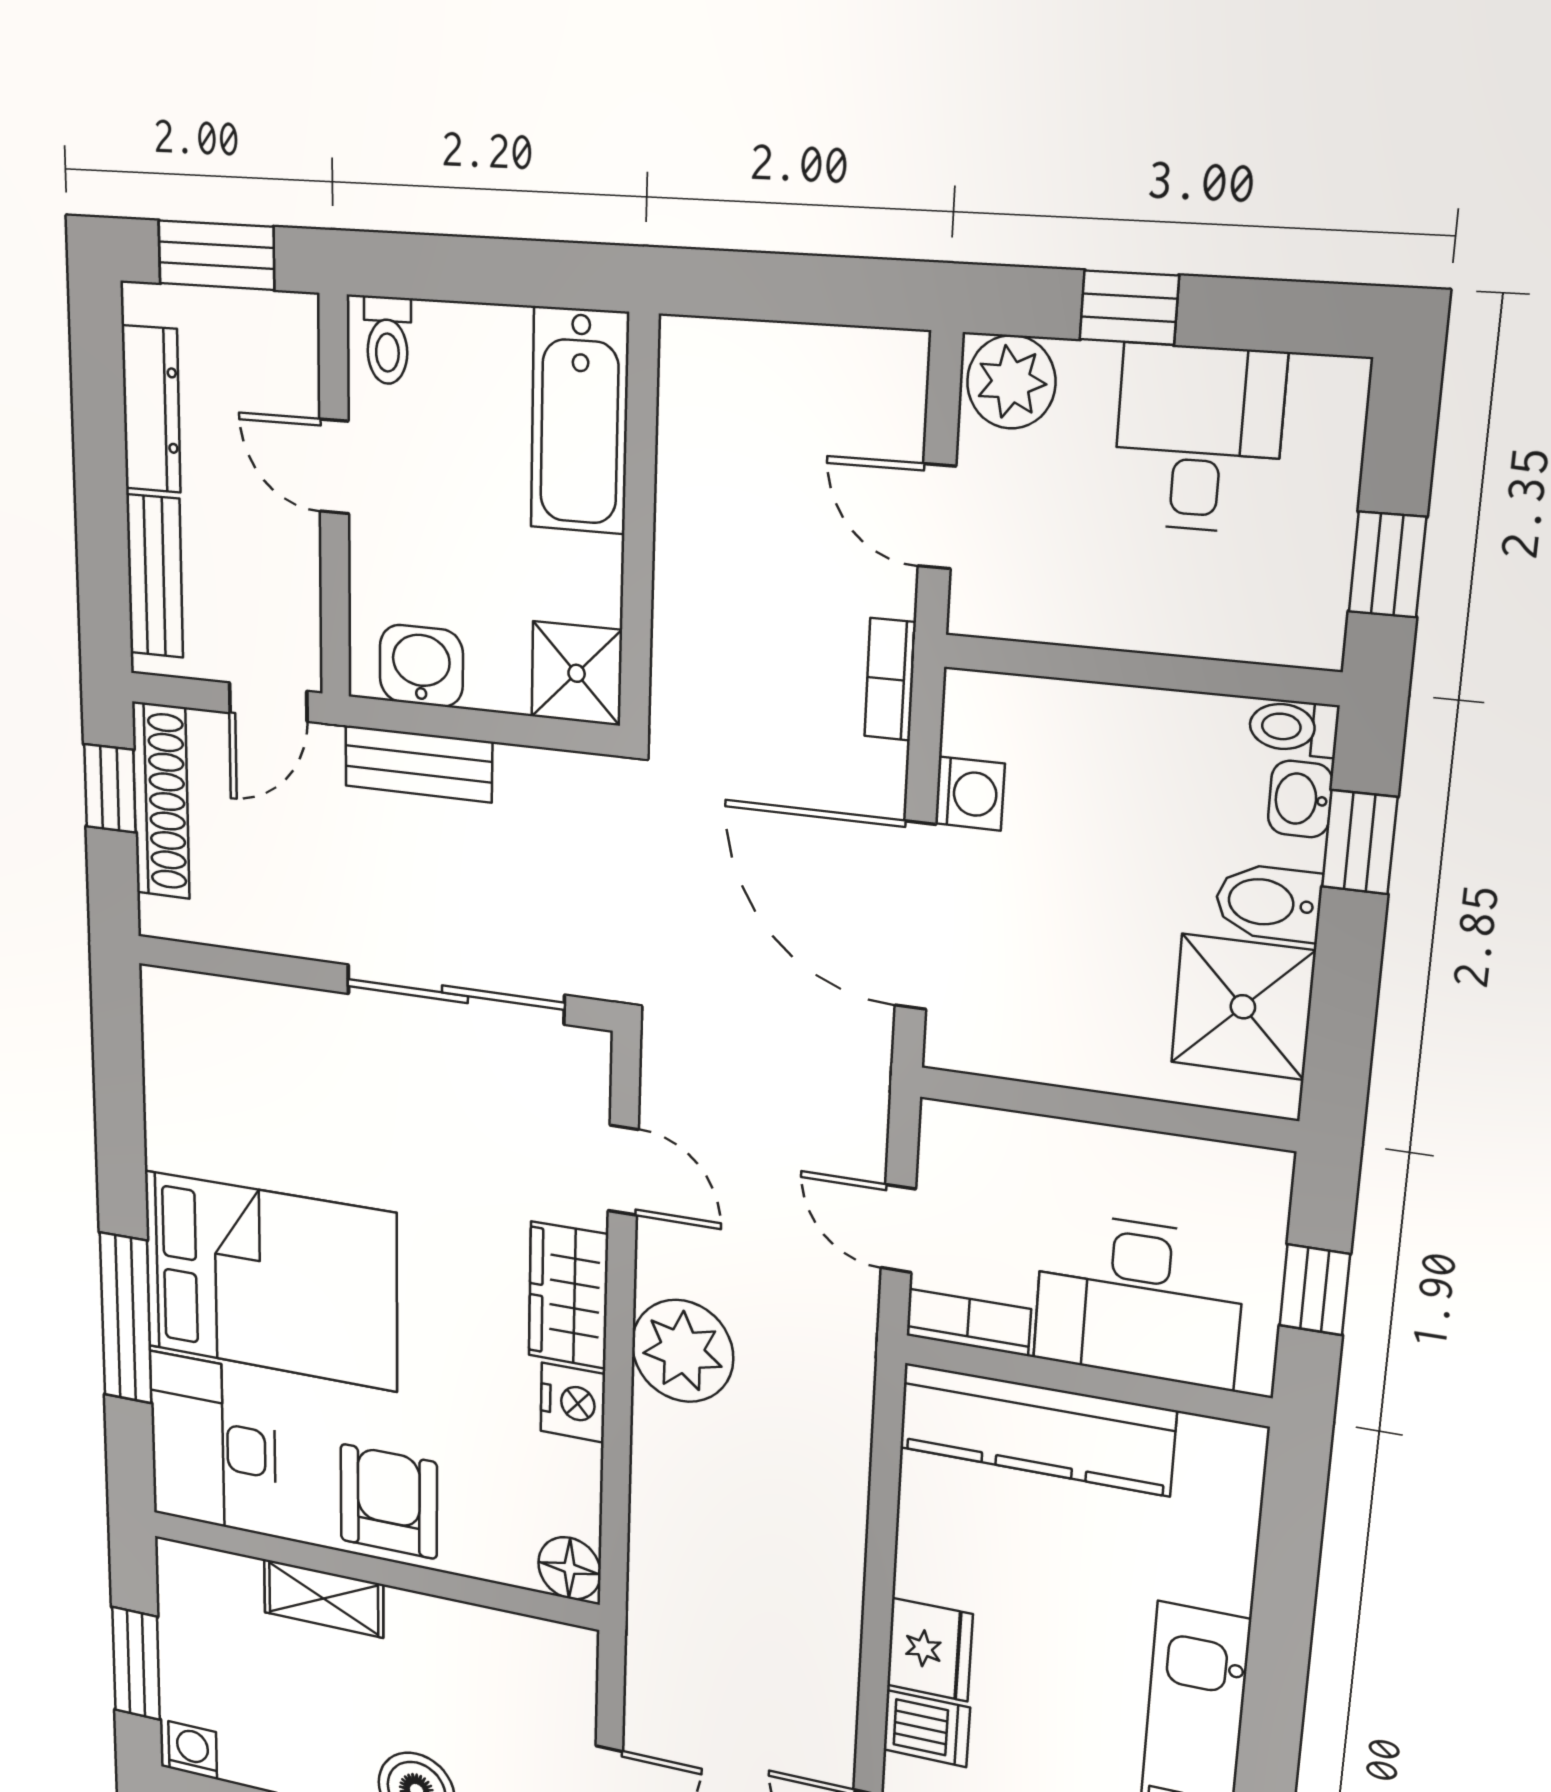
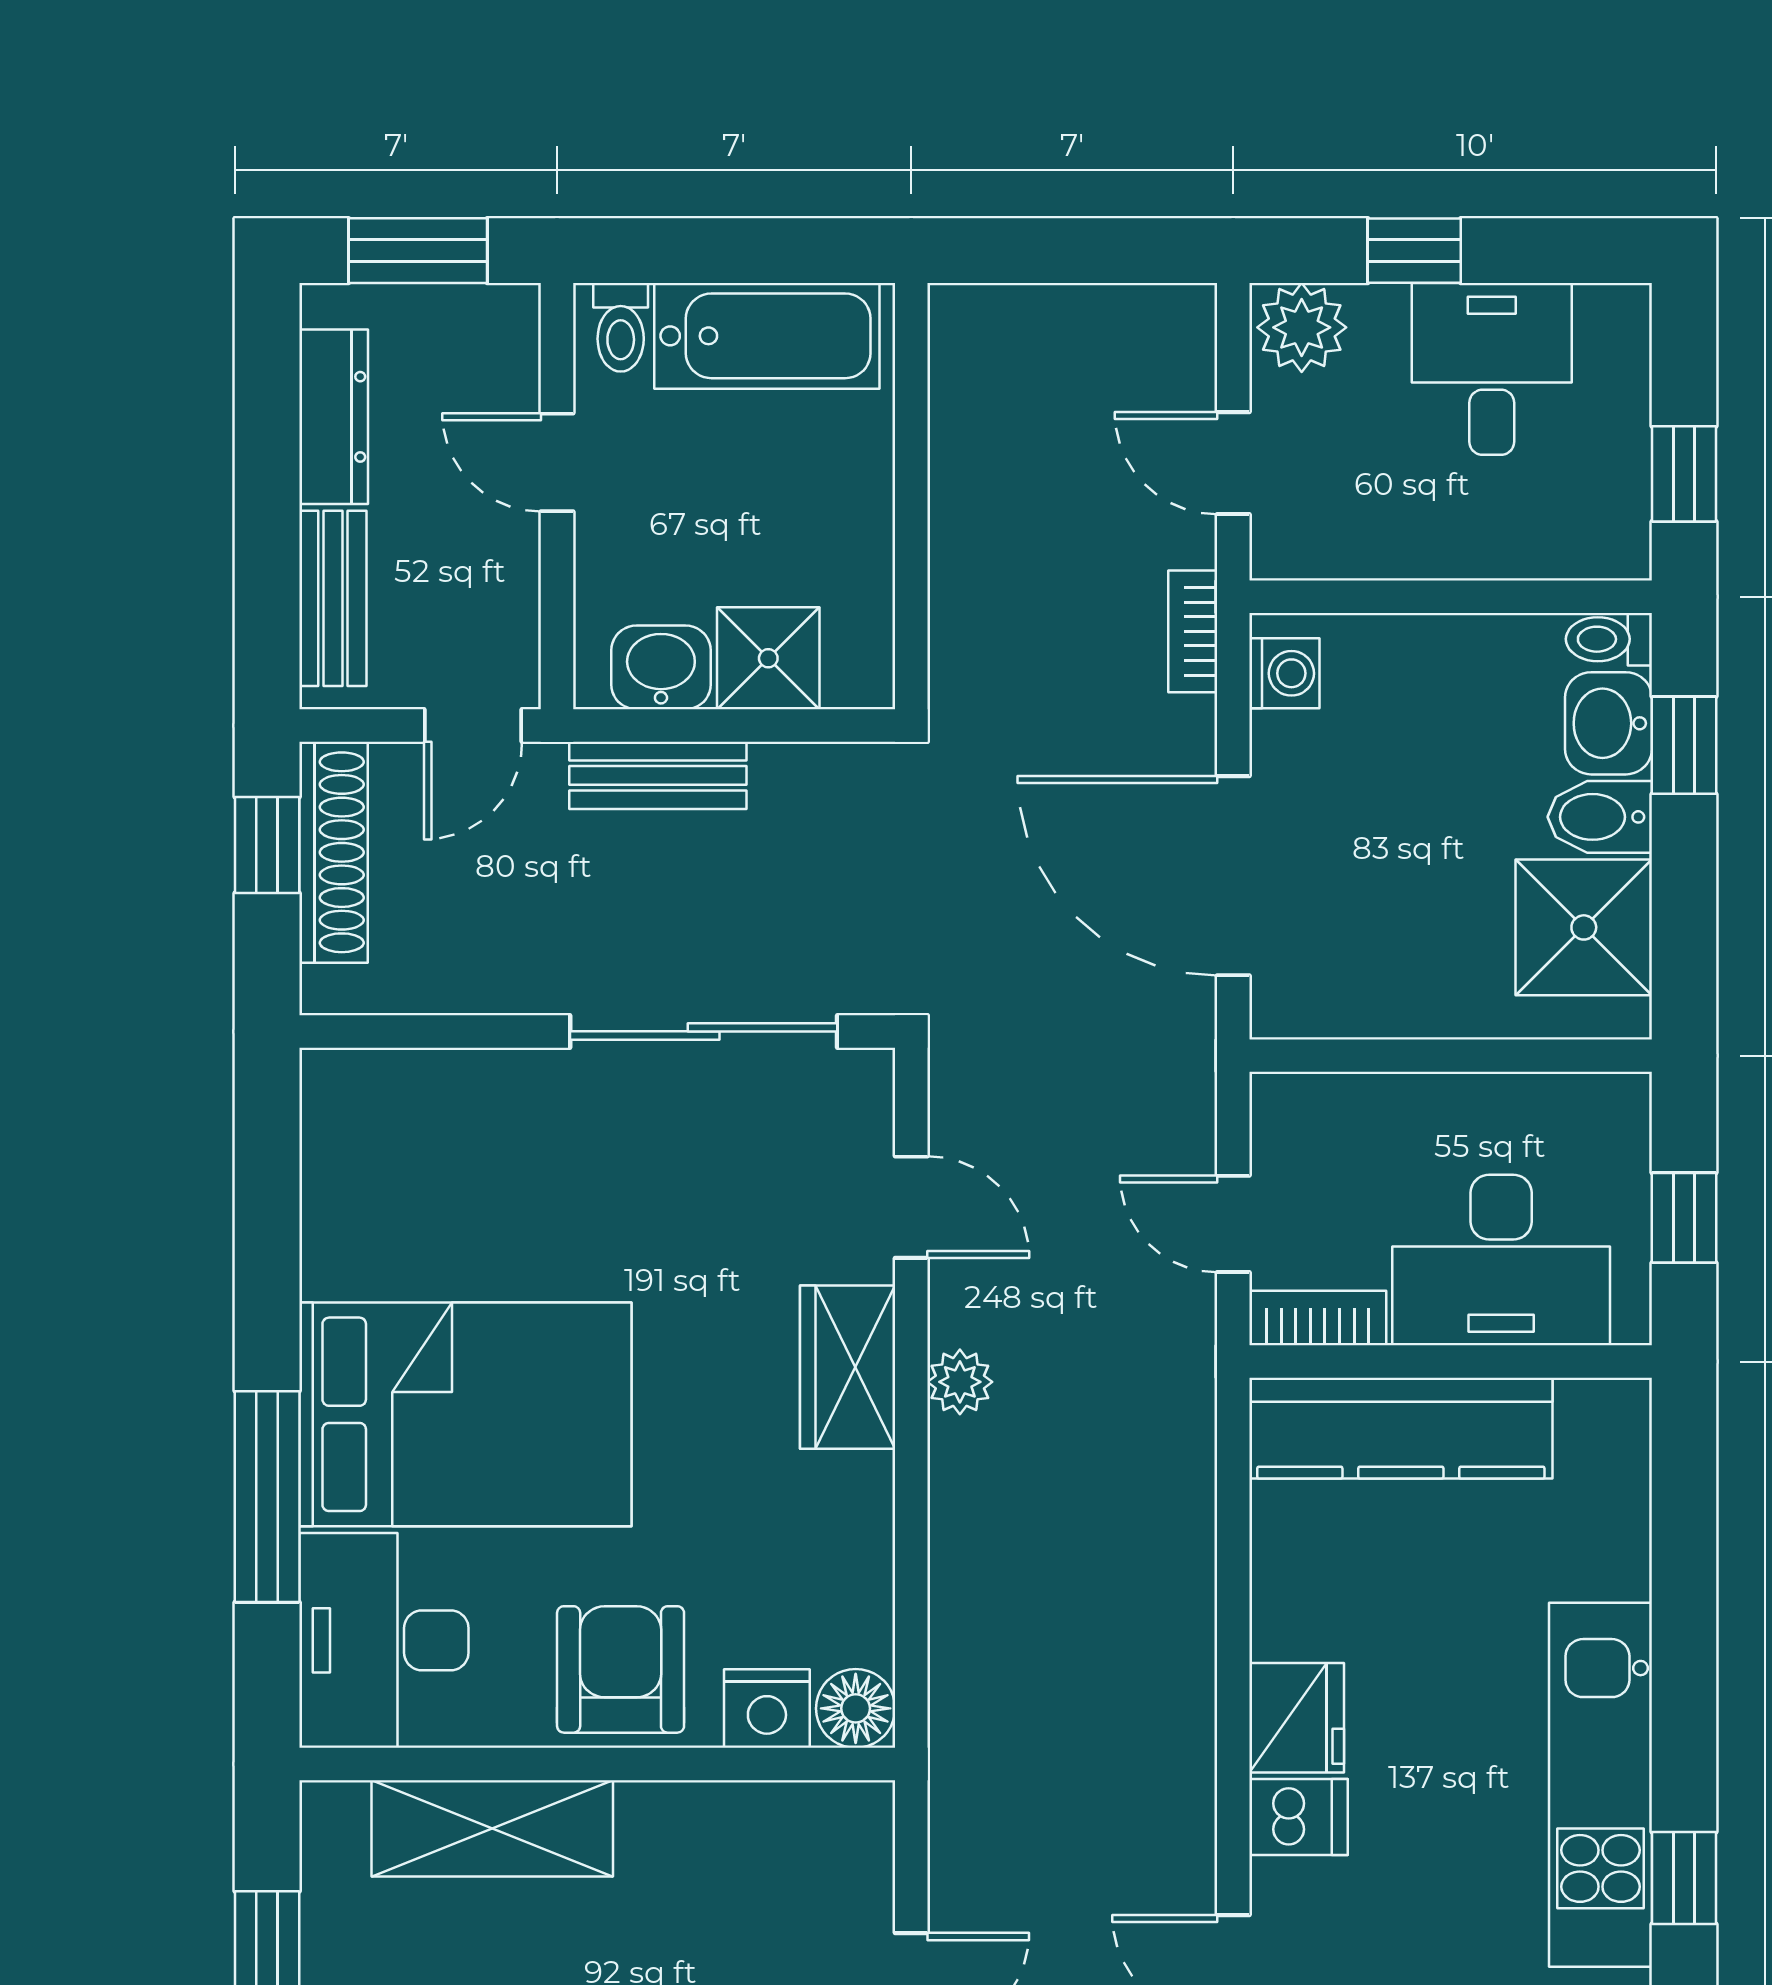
bathtub: (579, 421) -> (767, 336), moved, turned -90
shower: (577, 673) -> (768, 658), moved
washing machine: (970, 794) -> (1284, 673), moved
washbasin: (1300, 799) -> (1608, 723), width x1.38, depth x1.45
plant: (682, 1351) -> (960, 1382), width x0.53, depth x0.53
nightstand: (573, 1403) -> (767, 1709), moved, turned 90
shelving: (324, 1598) -> (492, 1828), width x1.50, depth x1.33

